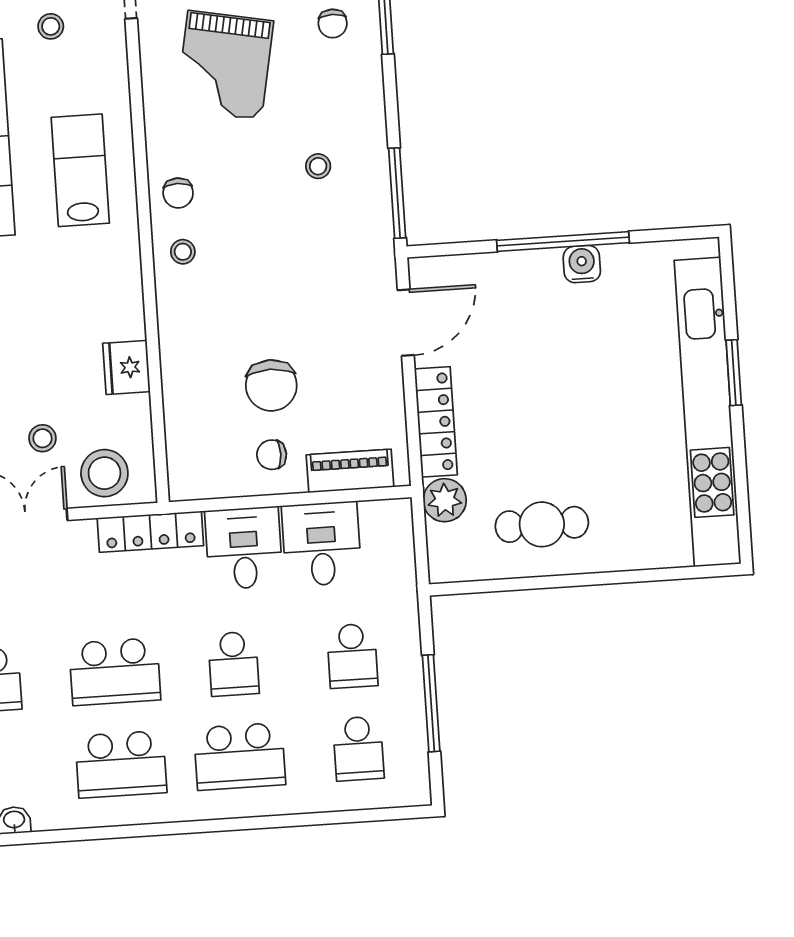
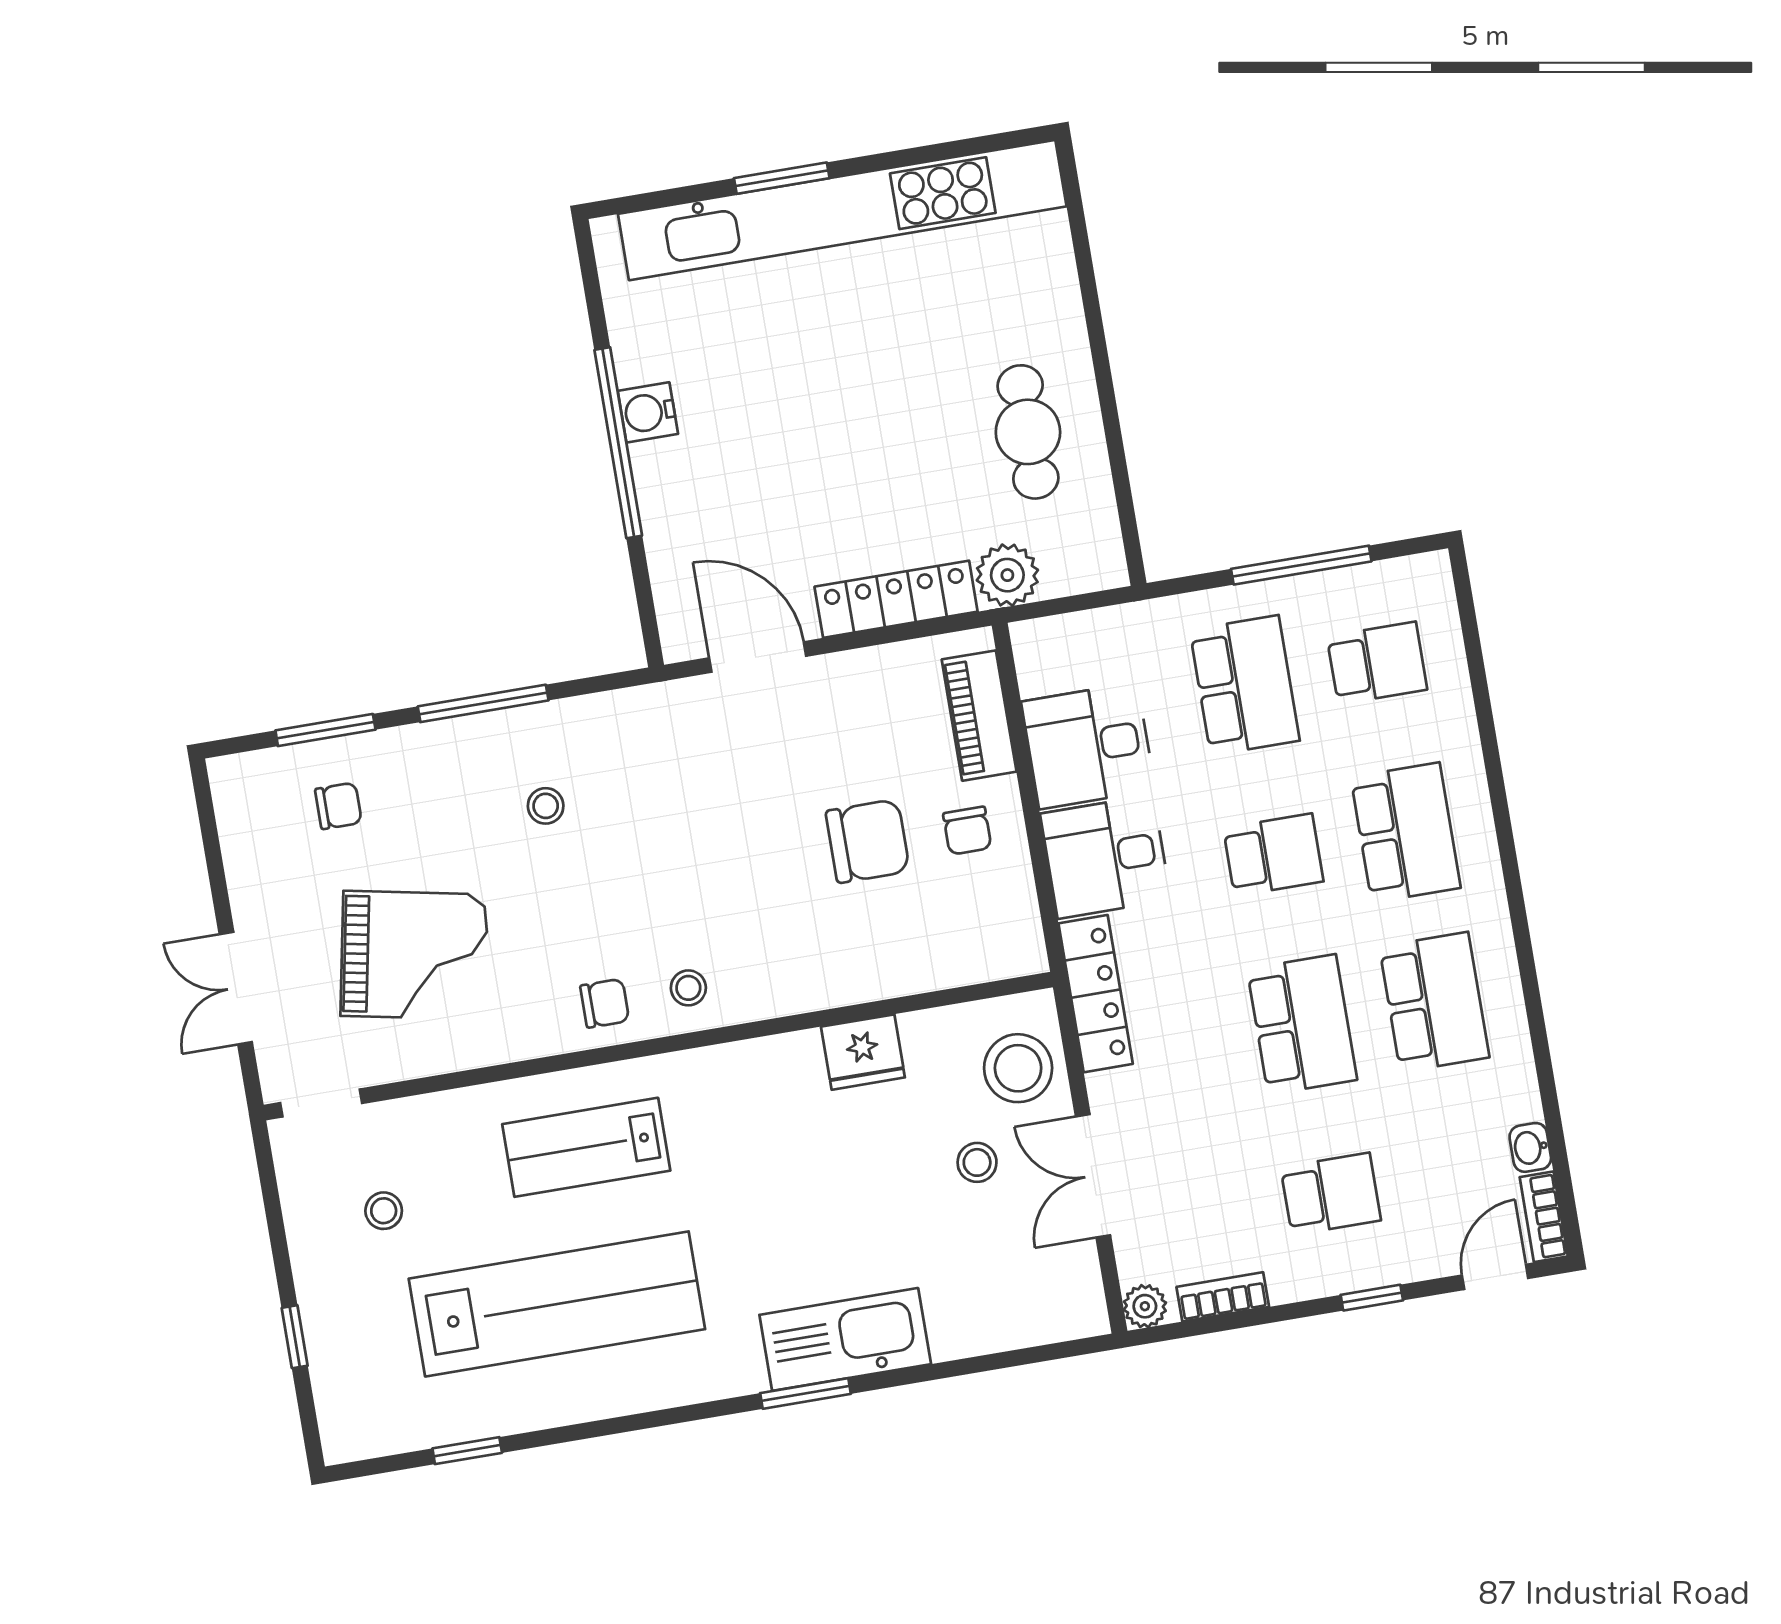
window: (397, 193) -> (483, 703), moved
school desk: (352, 656) -> (1245, 685), width x1.85

